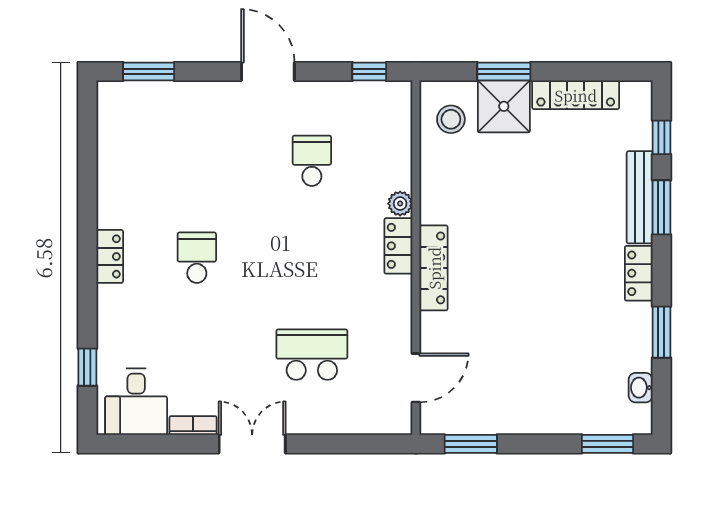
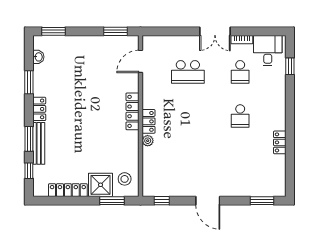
window: (504, 71) -> (112, 201), moved
school desk: (312, 161) -> (240, 72), moved
locker: (110, 256) -> (280, 142), moved

